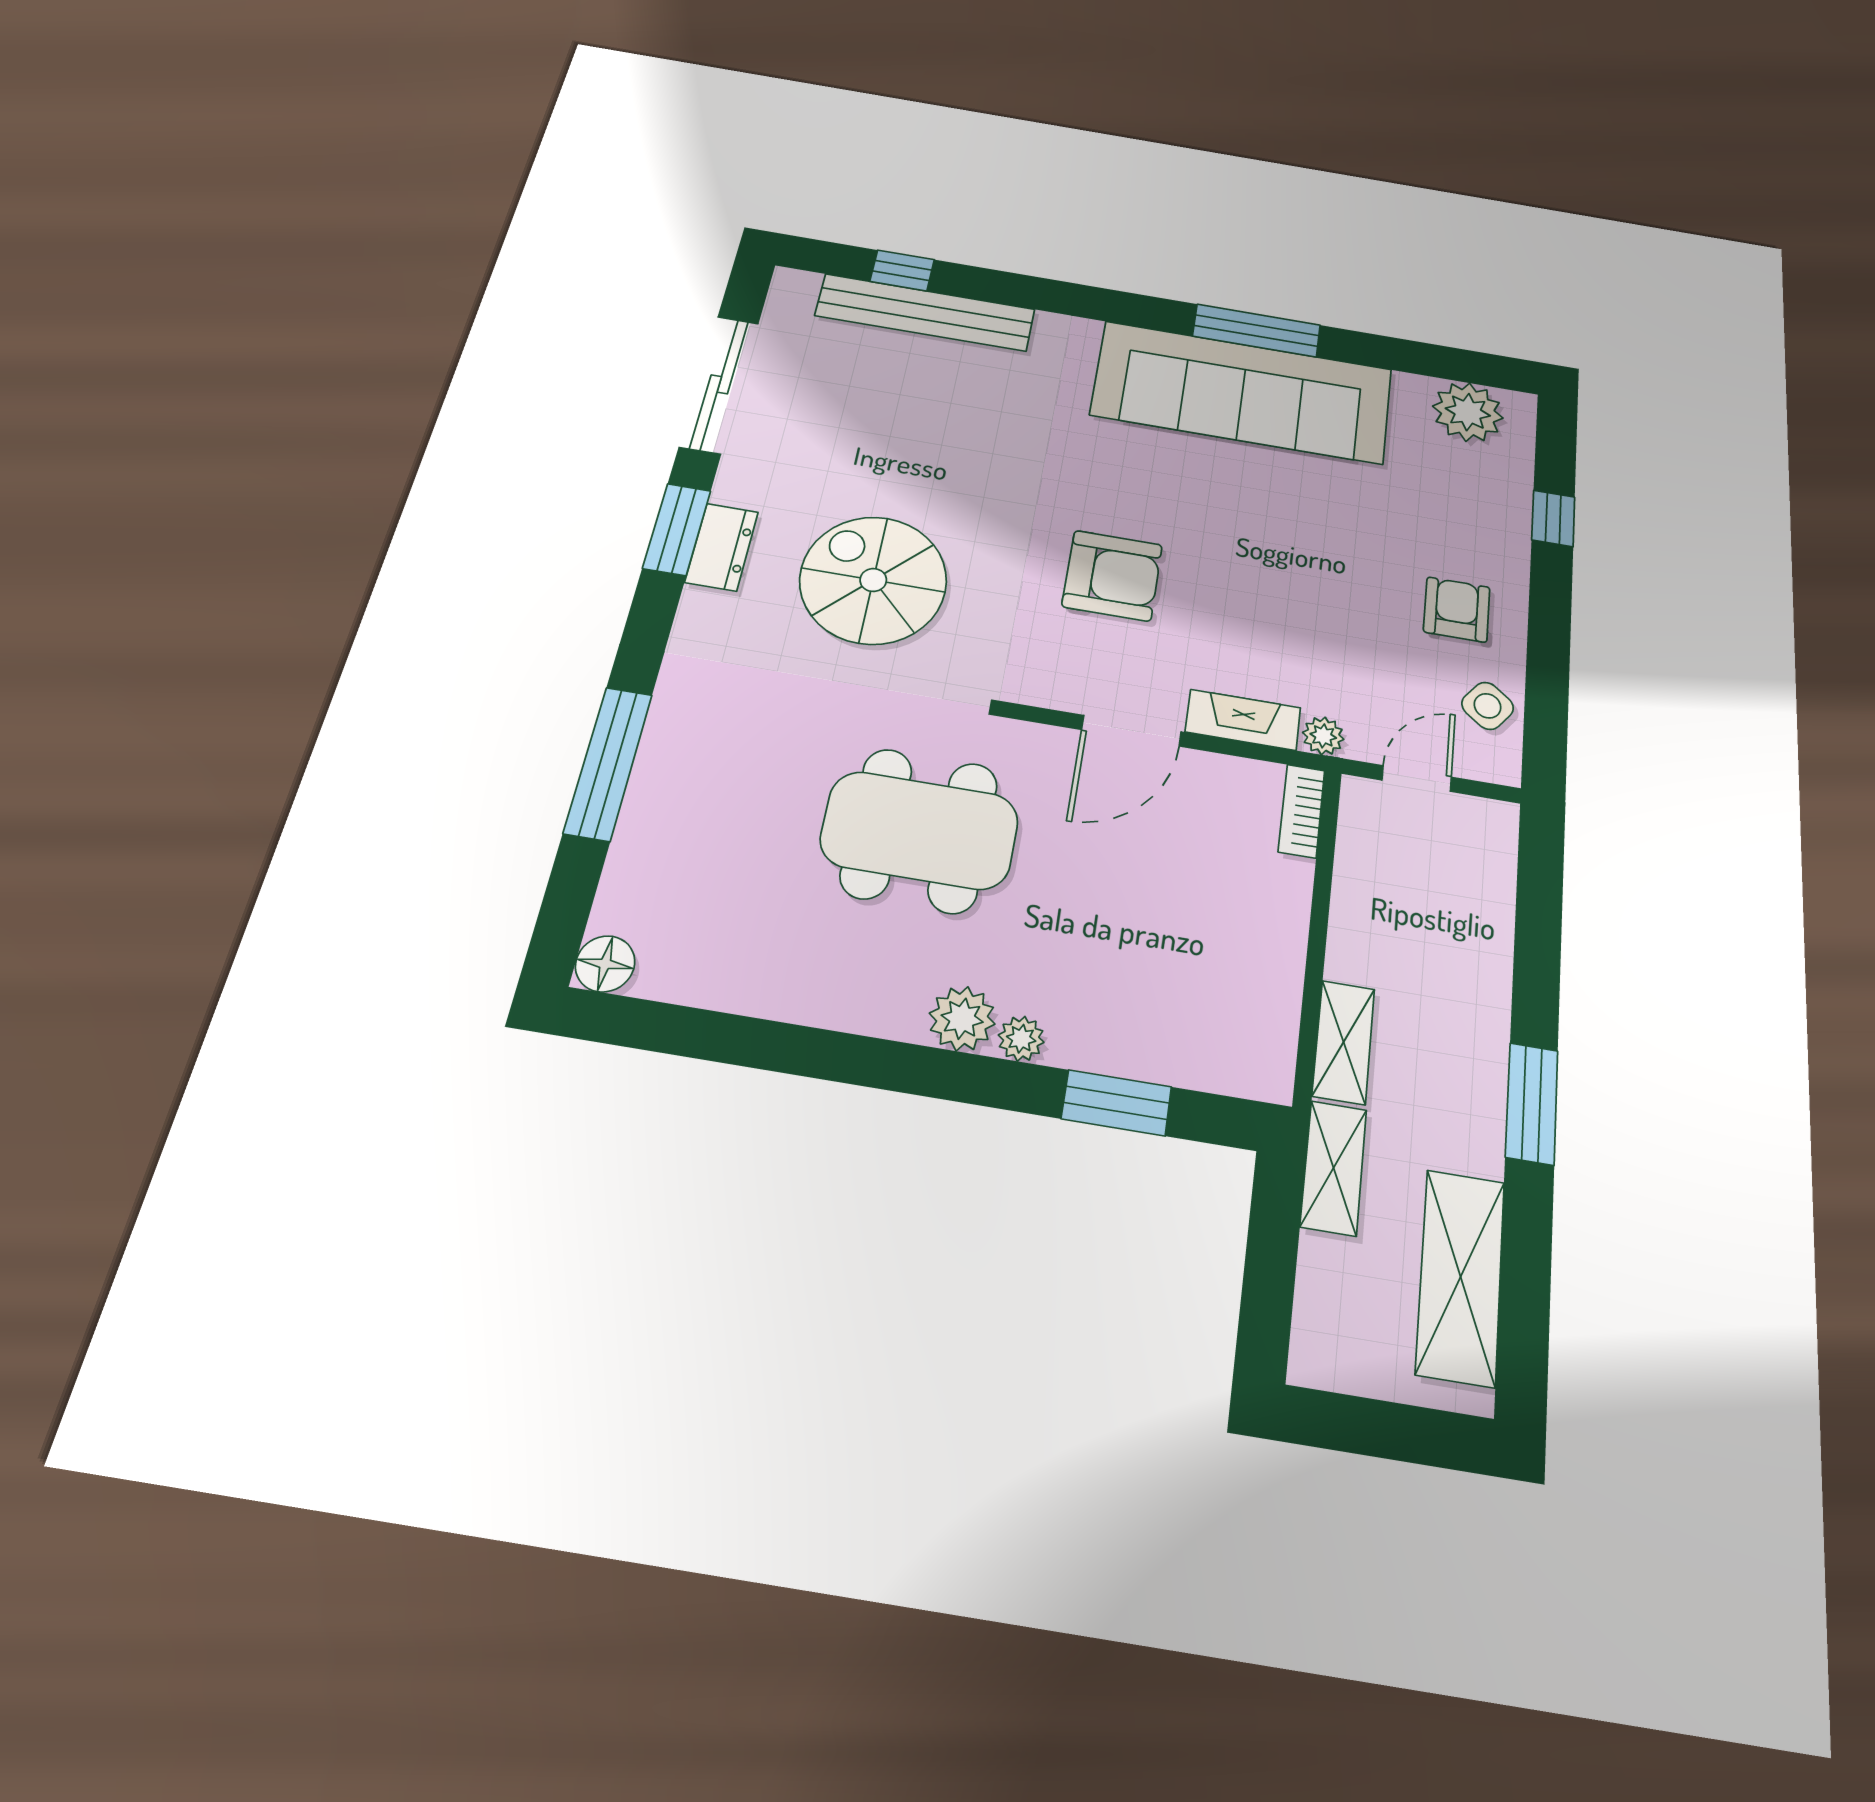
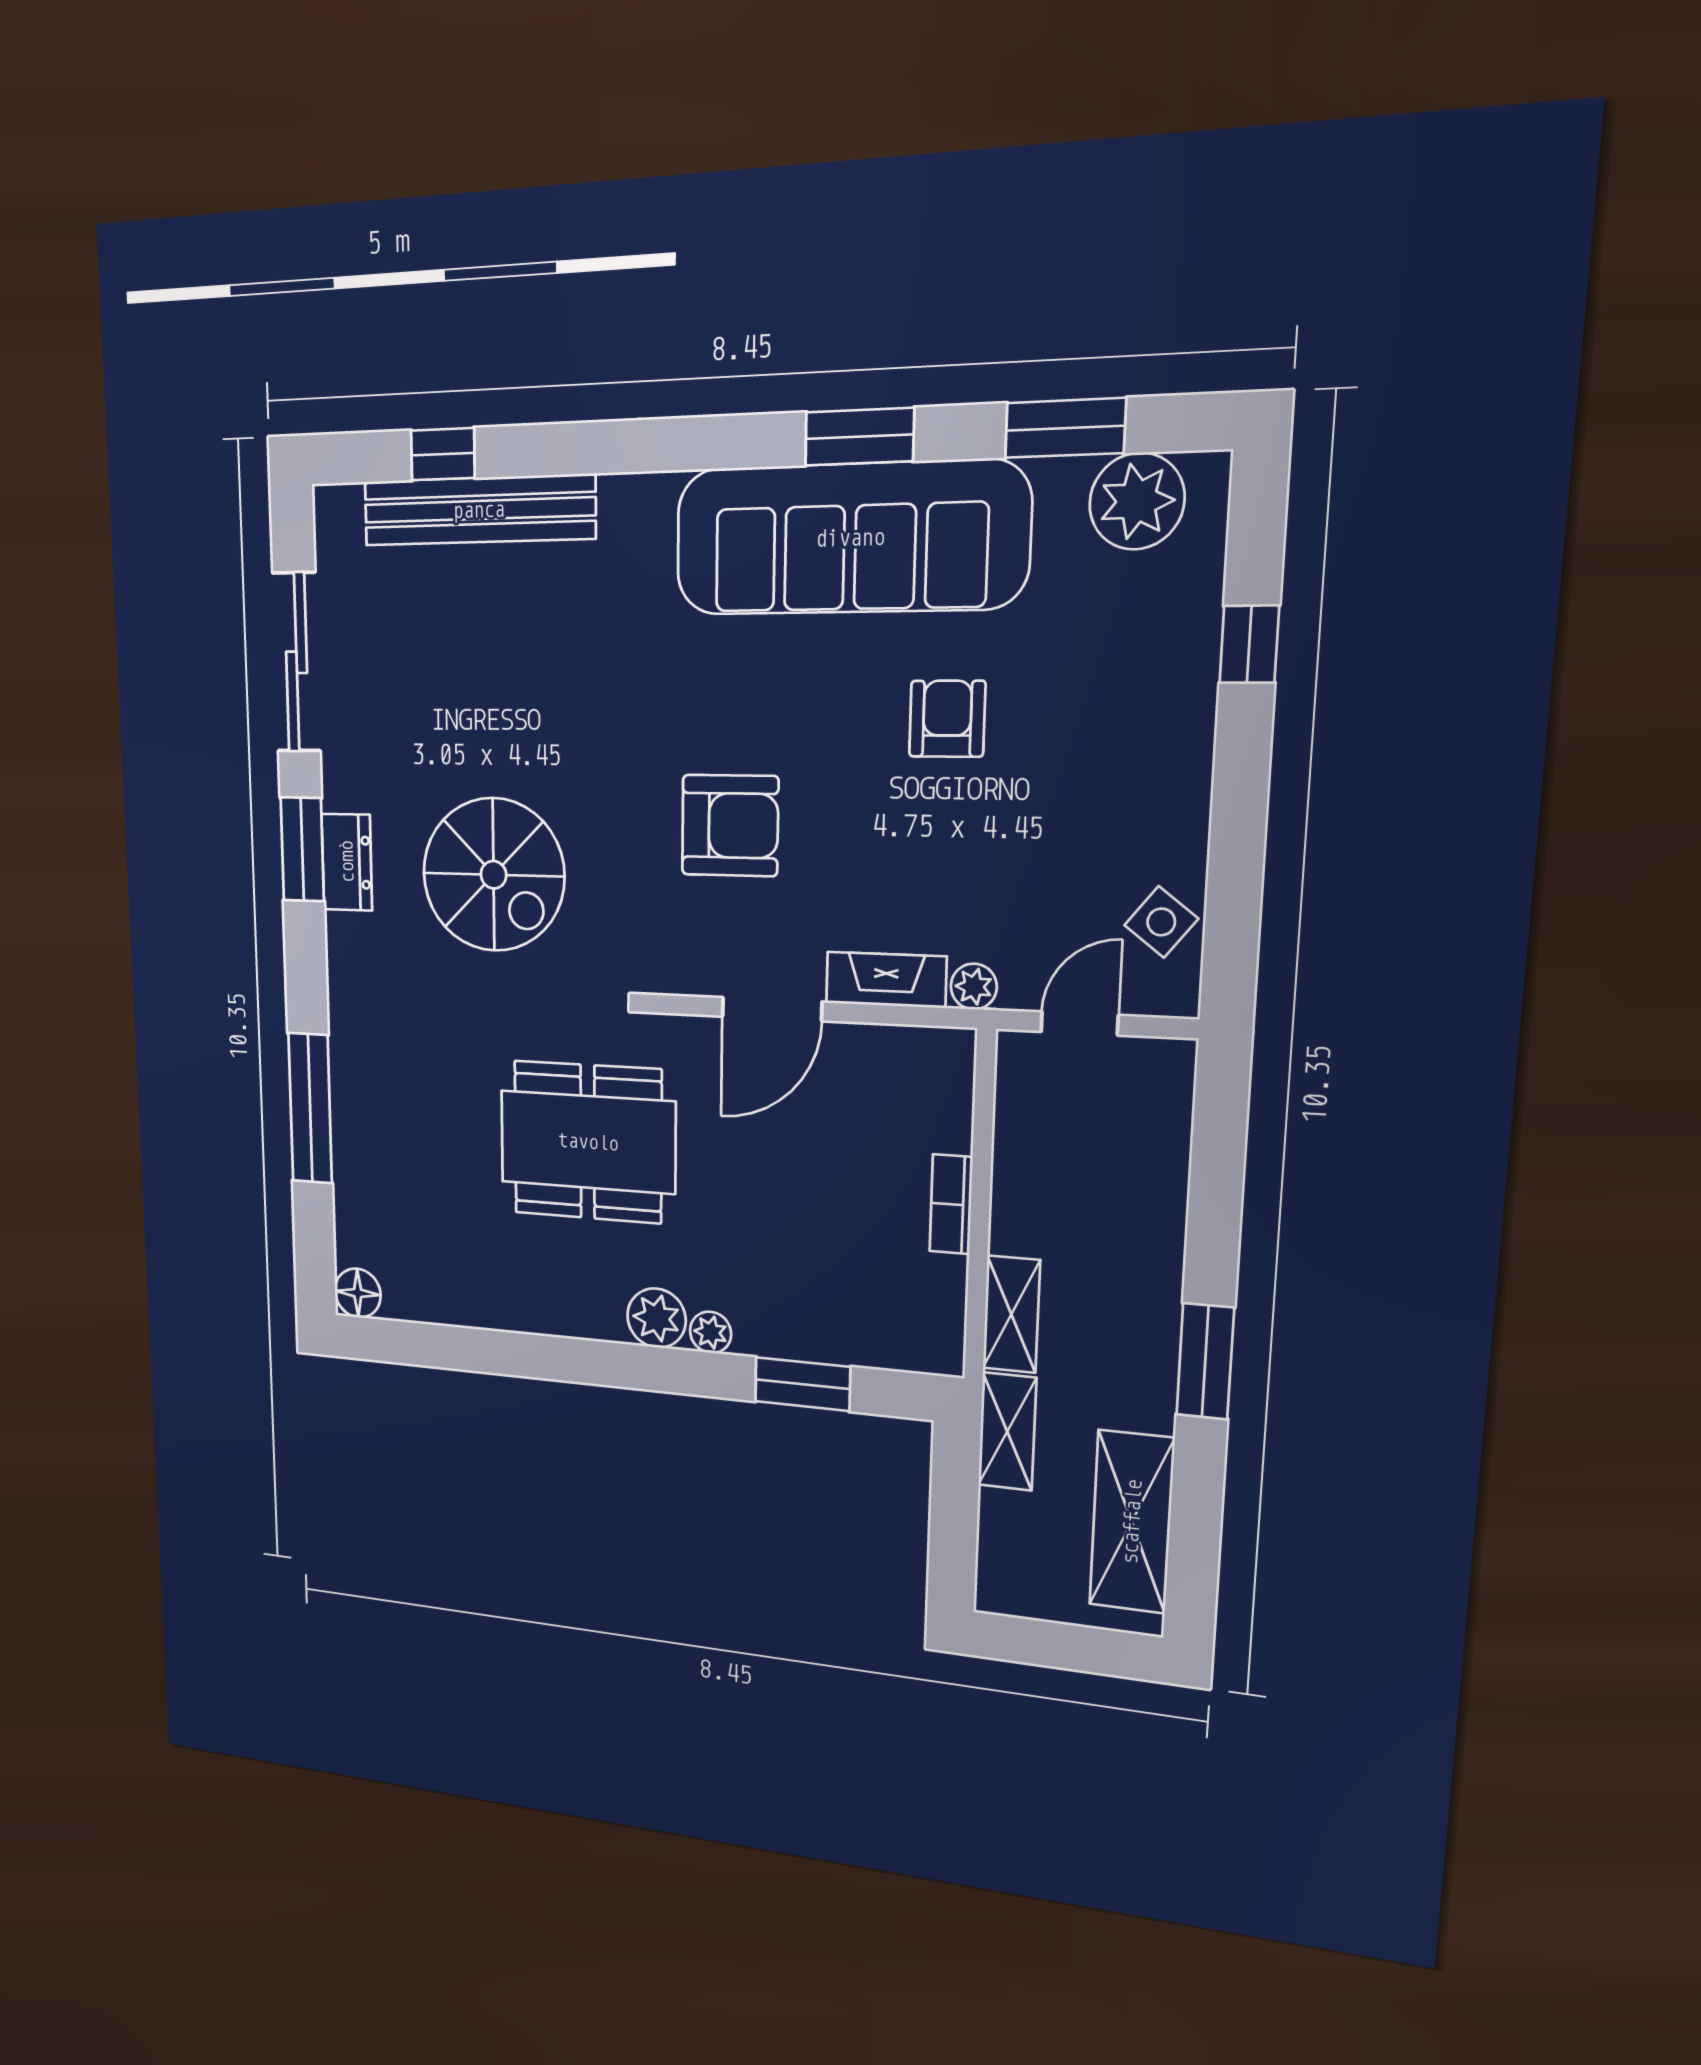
window: (1256, 331) -> (859, 437), width x0.69
window: (1415, 357) -> (1065, 428), added
spiral stairs: (873, 580) -> (494, 875), turned 180
armchair: (1457, 610) -> (947, 719), moved
bookcase: (1302, 811) -> (951, 1204), moved

